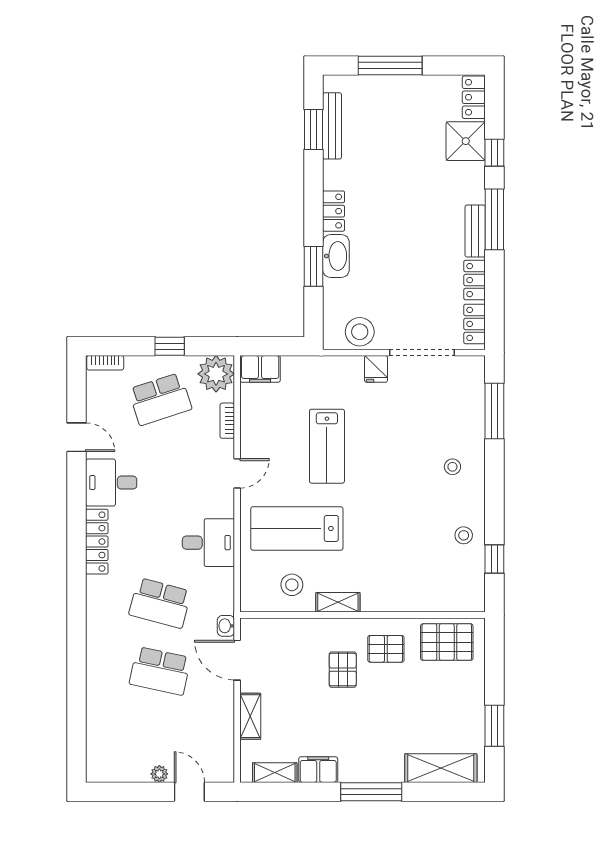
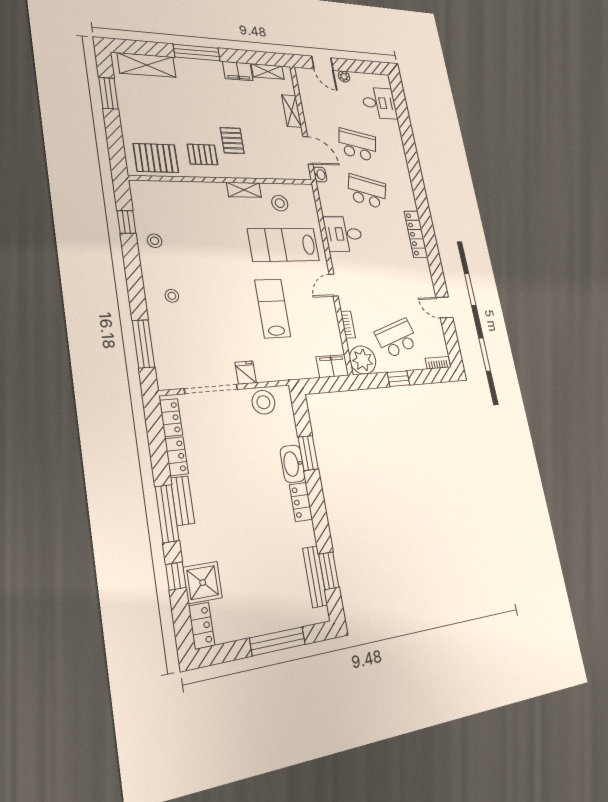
desk: (111, 483) -> (379, 103), moved
lab bench: (297, 528) -> (284, 245), turned 180

